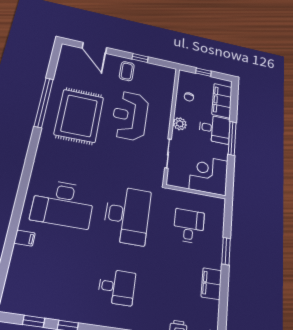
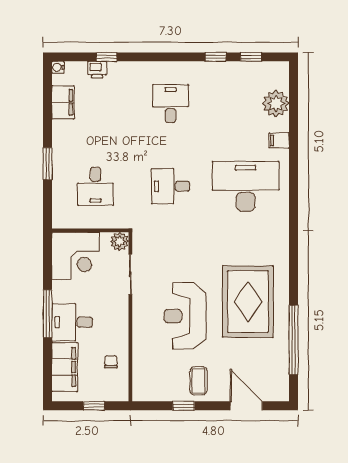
window: (44, 102) -> (294, 340), moved
reception desk: (130, 116) -> (185, 316), turned 180
plant: (180, 124) -> (120, 241), moved
desk: (127, 215) -> (171, 186), width x0.53, depth x0.77
plant: (20, 272) -> (276, 104), added
filing cabinet: (211, 284) -> (63, 102), moved
desk: (117, 287) -> (171, 104), turned 90

